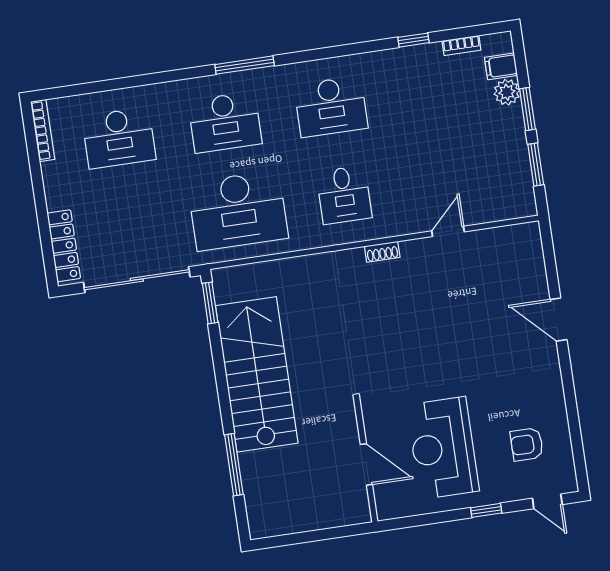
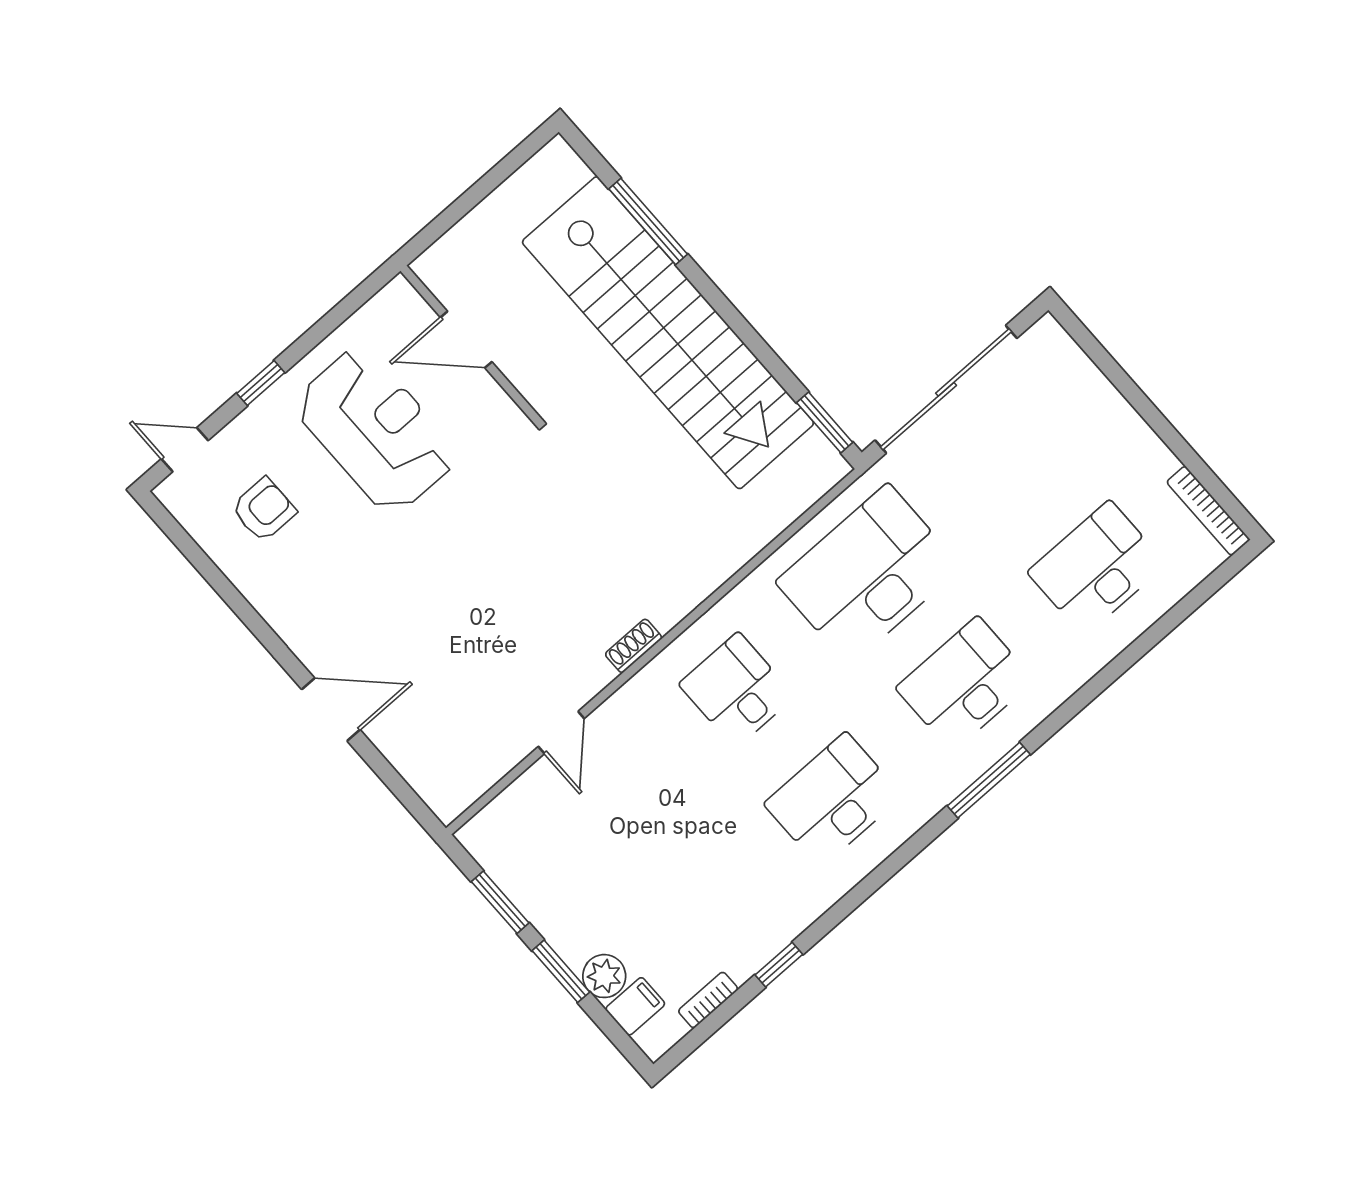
locker: (64, 246) -> (1076, 371), removed
stairs: (257, 374) -> (668, 333), width x1.36

